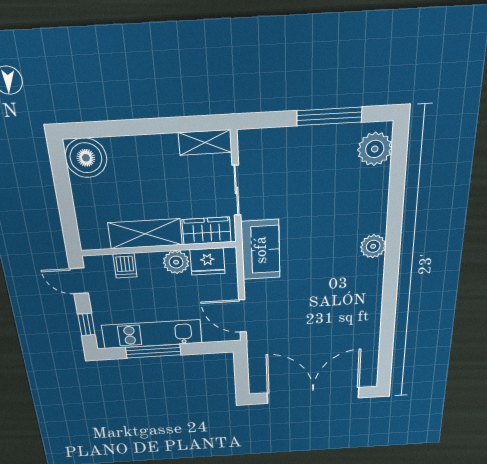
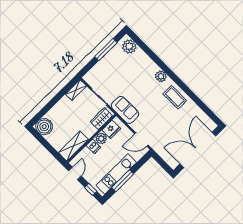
shelving: (145, 234) -> (73, 146), moved
dishwasher: (125, 266) -> (94, 146), moved
door: (79, 281) -> (75, 173), swing flipped
coffee table: (360, 296) -> (175, 97), added

